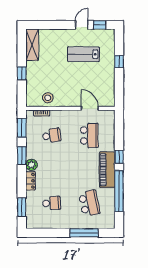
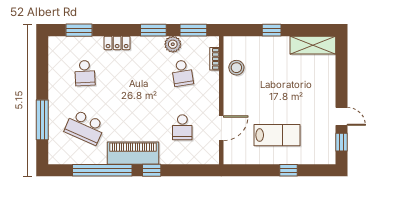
lab bench: (83, 54) -> (277, 135), moved, turned 90
school desk: (89, 135) -> (182, 127), width x0.54
plant: (32, 165) -> (173, 44), moved
school desk: (89, 203) -> (85, 127), turned 36

